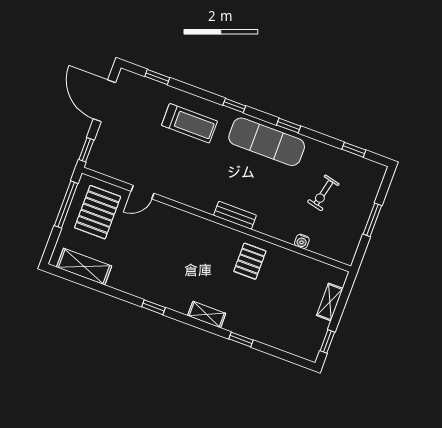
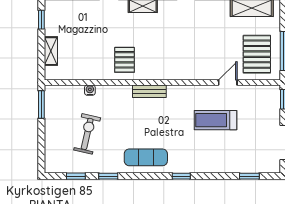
treadmill: (189, 123) -> (215, 120), moved
window: (289, 126) -> (108, 176), moved
exercise mat: (267, 142) -> (146, 157), width x0.73, depth x0.69
exercise bike: (323, 193) -> (87, 134), width x1.38, depth x1.39
window: (372, 220) -> (41, 104), moved

